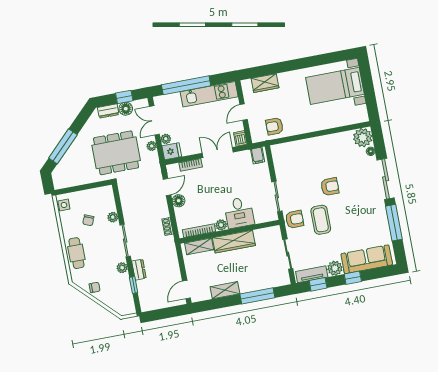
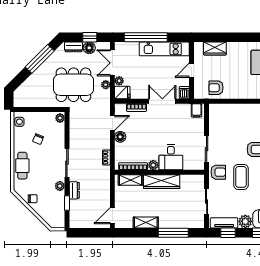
window: (63, 146) -> (40, 59), moved
plant: (113, 217) -> (60, 118), moved

